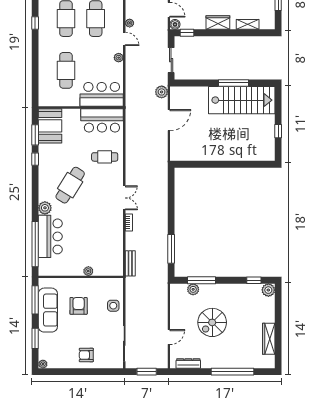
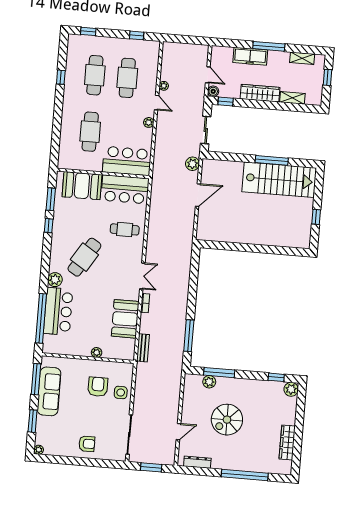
wardrobe: (218, 23) -> (260, 93), width x1.50
booth: (50, 126) -> (82, 186), moved, turned 90
booth: (112, 238) -> (125, 319), added
armchair: (79, 306) -> (98, 387), moved
armchair: (86, 355) -> (87, 444), turned 180

